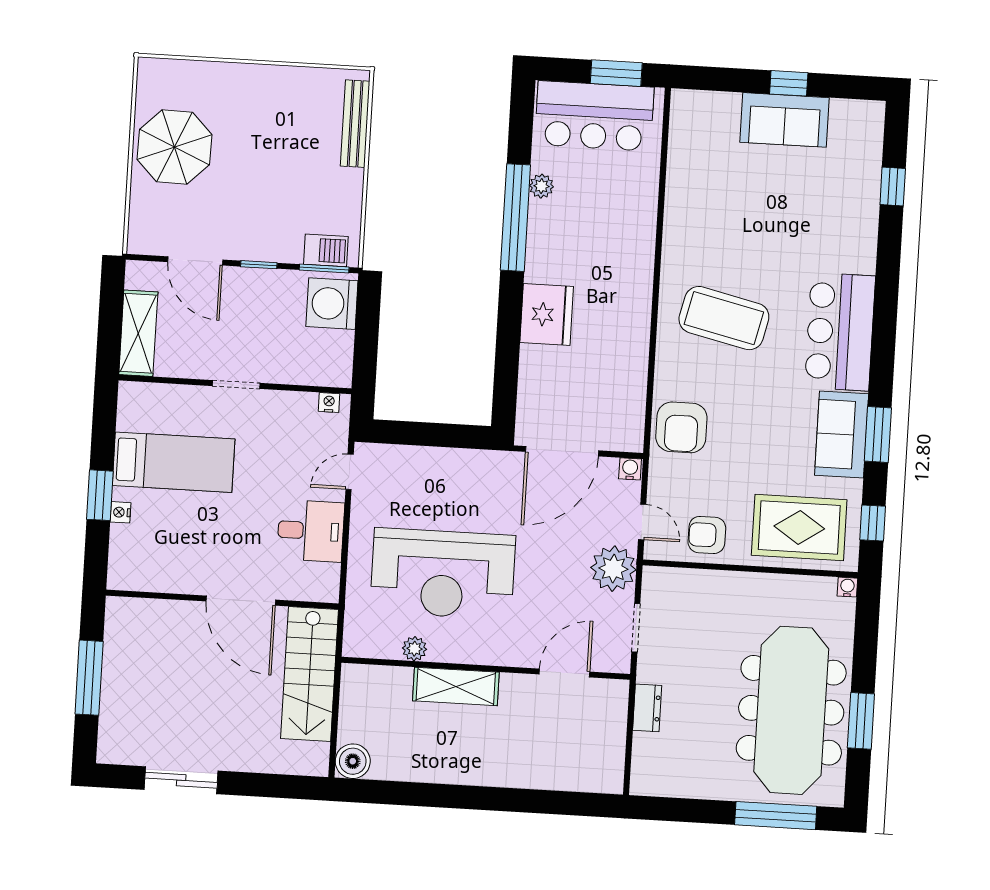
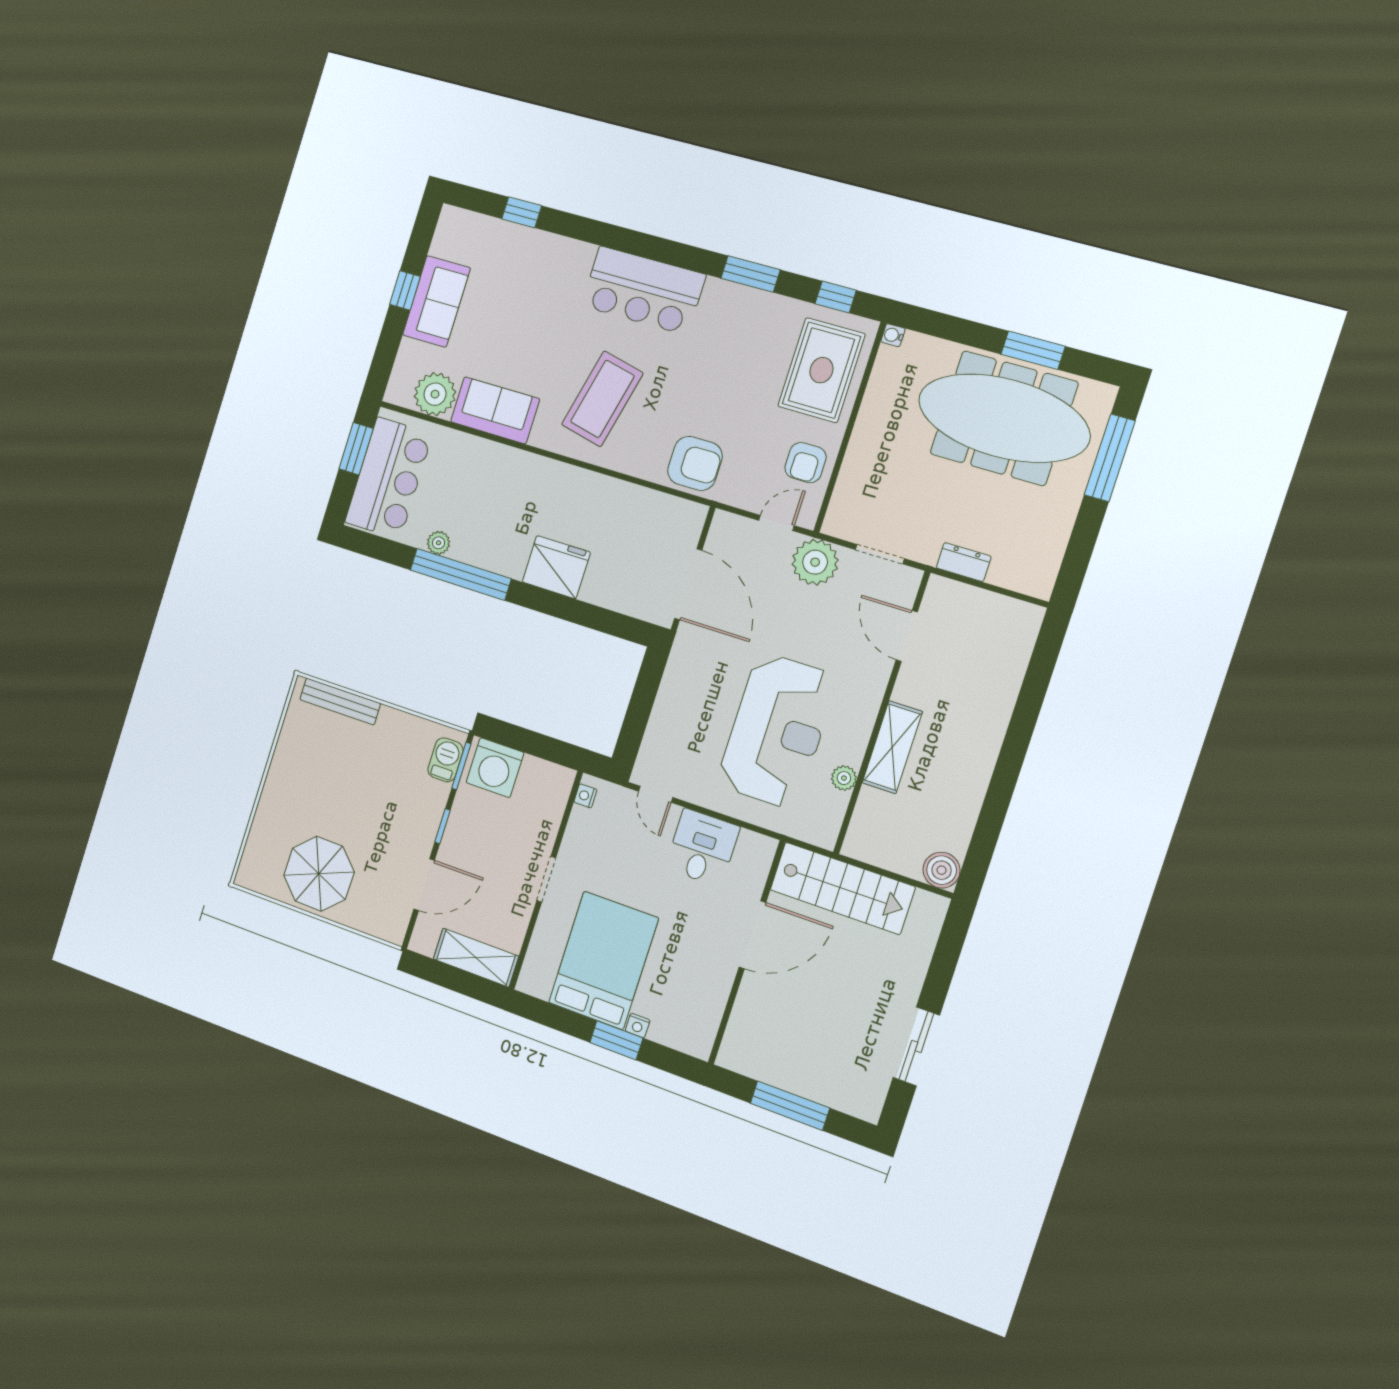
plant: (690, 143) -> (435, 394), added
sofa: (842, 435) -> (495, 410), moved, turned 180
bed: (174, 462) -> (603, 960), width x1.50
water cooler: (630, 469) -> (722, 523), removed

